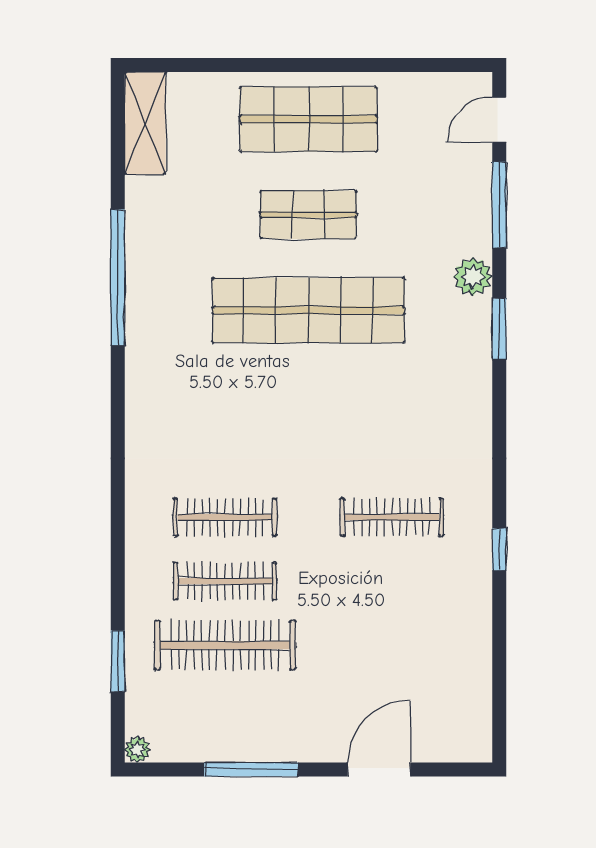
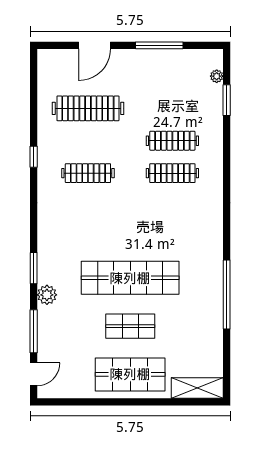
shelving: (145, 123) -> (197, 388), moved, turned 90
clothes rail: (225, 645) -> (88, 108), moved
plant: (137, 750) -> (217, 76), moved

